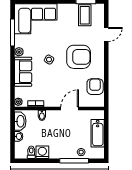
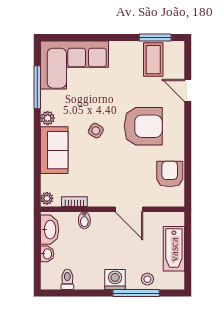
door: (106, 34) -> (188, 90), swing flipped
door: (70, 109) -> (129, 209), swing flipped
washing machine: (42, 152) -> (115, 279), moved

